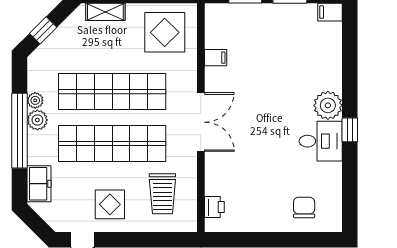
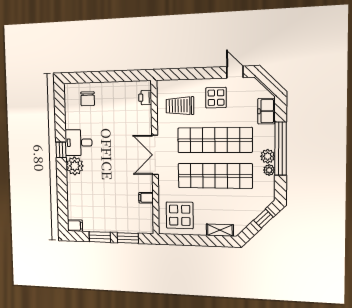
trolley: (162, 194) -> (180, 106), turned -90

